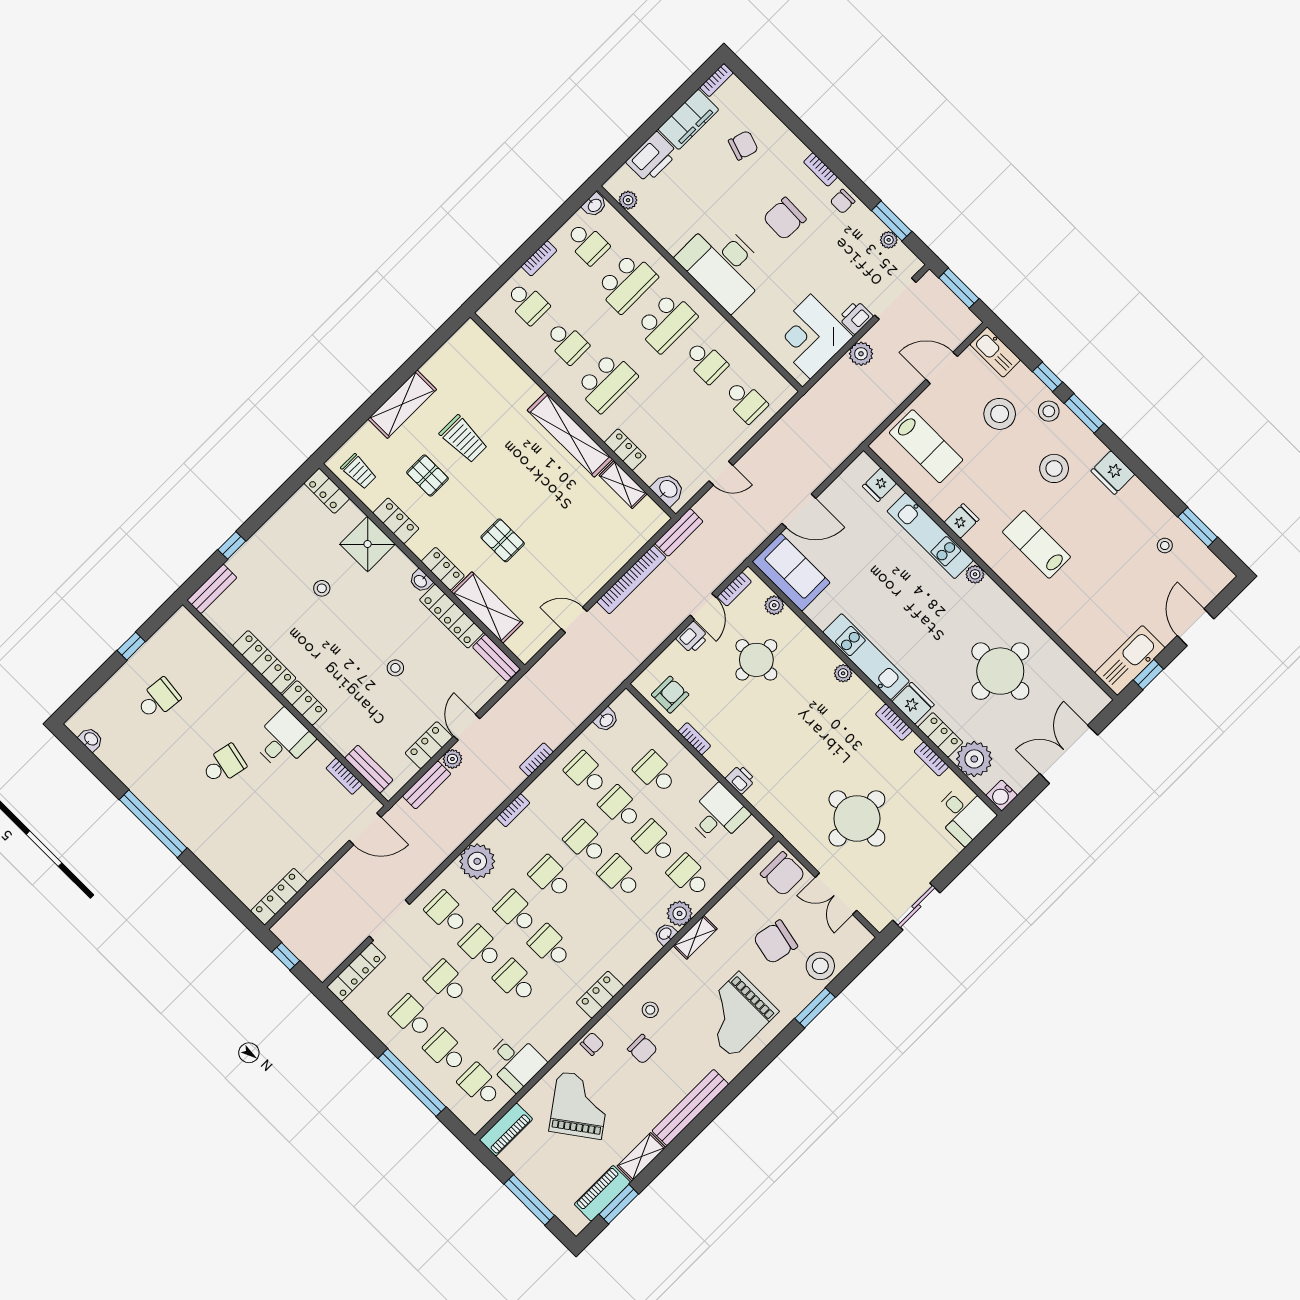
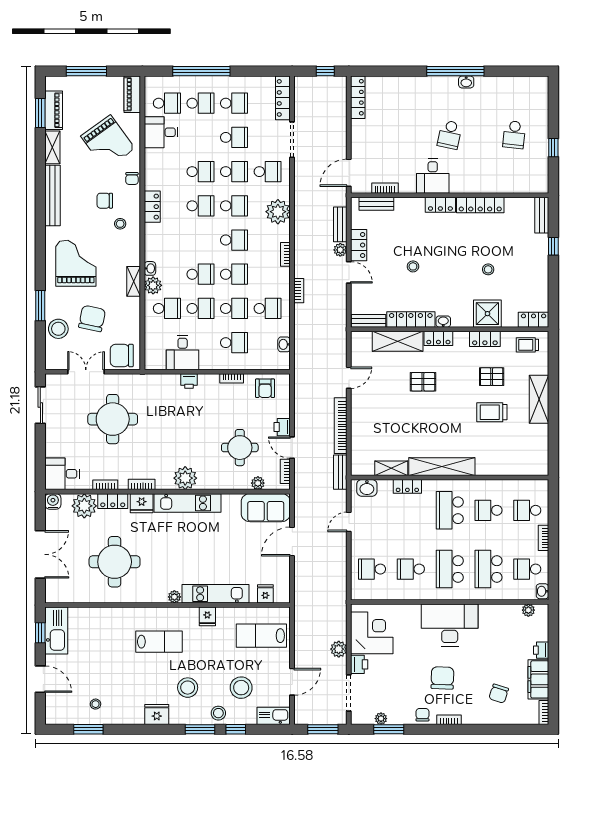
printer: (652, 157) -> (541, 650), width x0.53, depth x0.68
plant: (843, 673) -> (185, 478), width x1.88, depth x1.88
washbasin: (91, 739) -> (466, 82), moved

